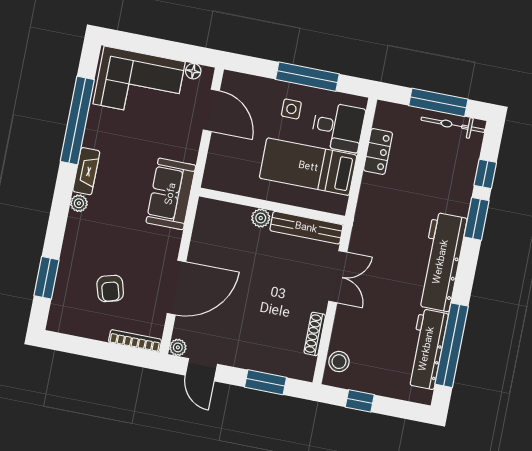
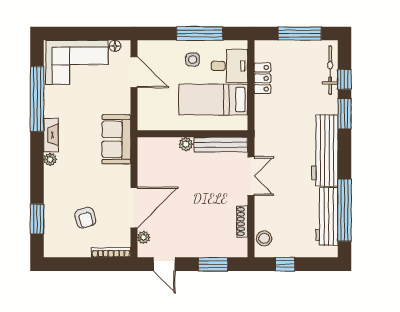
bicycle: (453, 125) -> (330, 70), moved, turned 90
plant: (178, 347) -> (144, 237), moved

